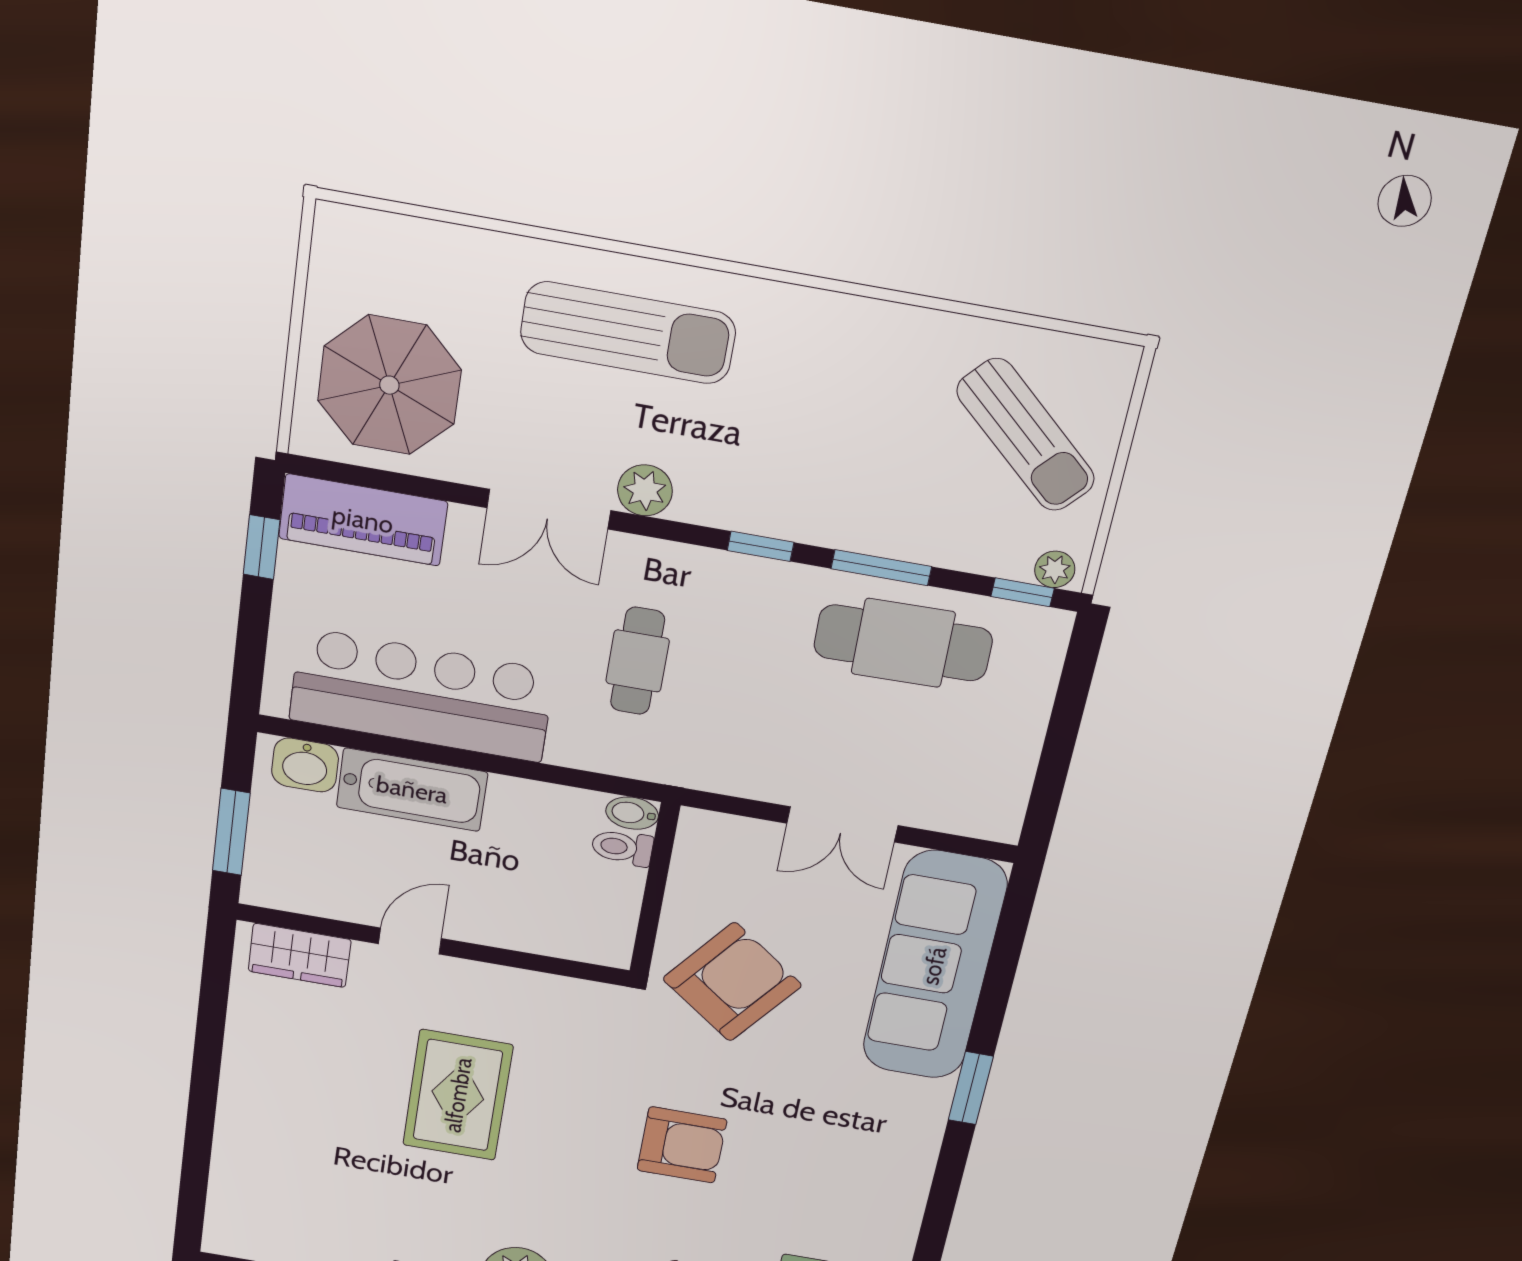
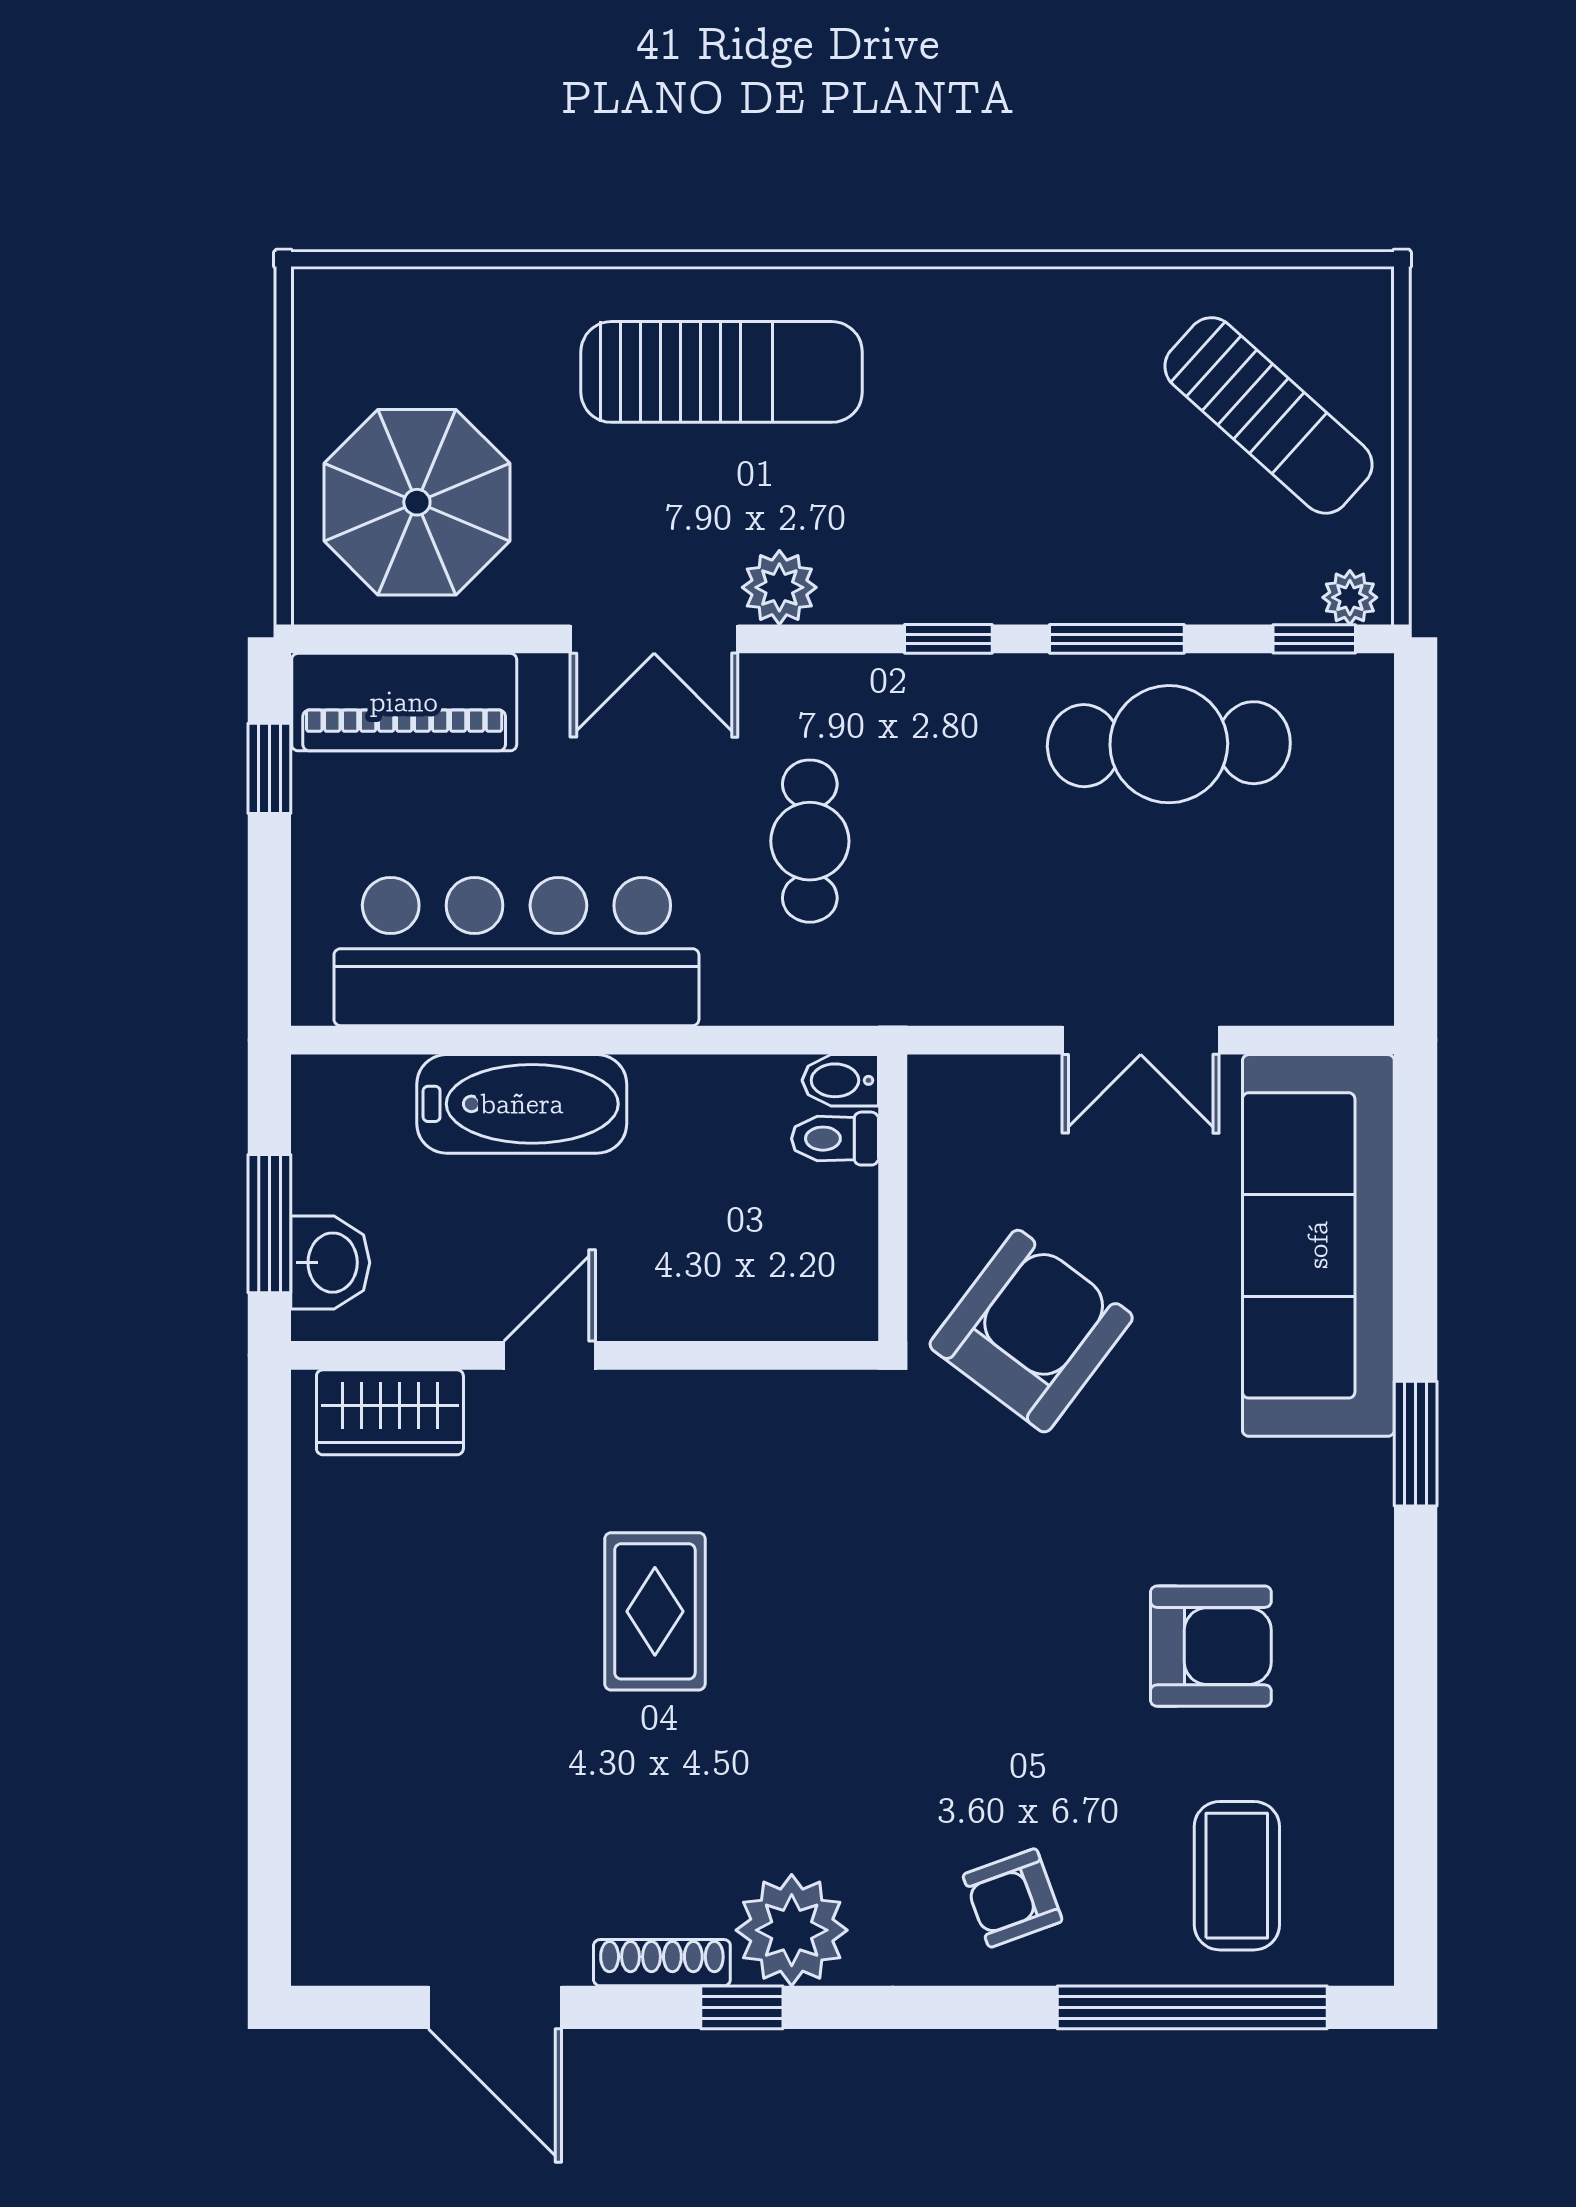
washbasin: (305, 765) -> (330, 1263), moved, turned -90
rug: (458, 1095) -> (655, 1611), width x0.73, depth x0.70
armchair: (682, 1145) -> (1211, 1646), moved

